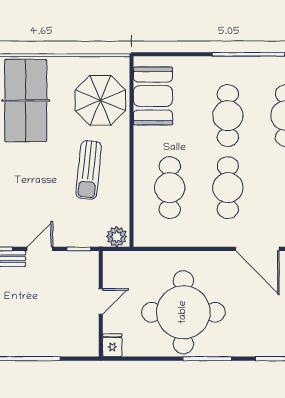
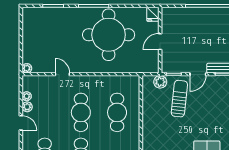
sun lounger: (89, 170) -> (179, 99), moved
plant: (117, 237) -> (160, 82), moved
door: (257, 249) -> (62, 74), width x0.53

